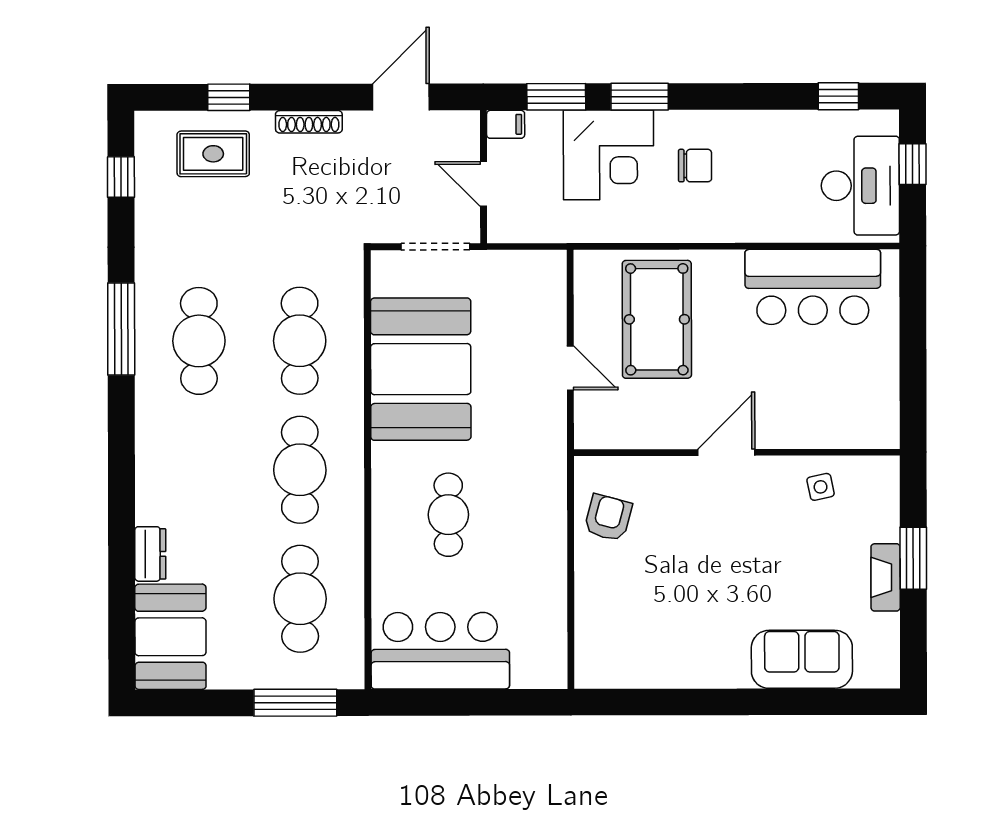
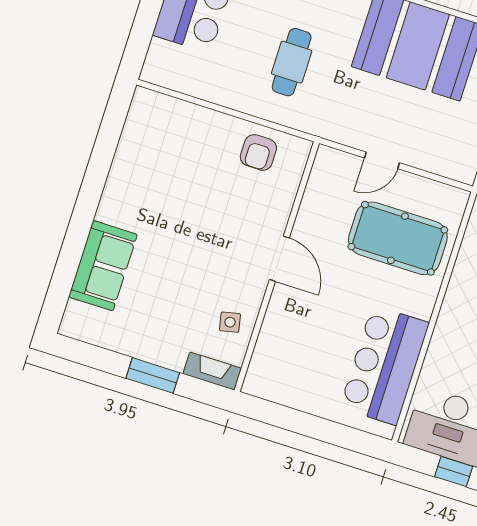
cafe table: (448, 515) -> (292, 62), moved, turned 90
armchair: (608, 518) -> (258, 152), turned 75
fireplace: (886, 577) -> (212, 371), moved

